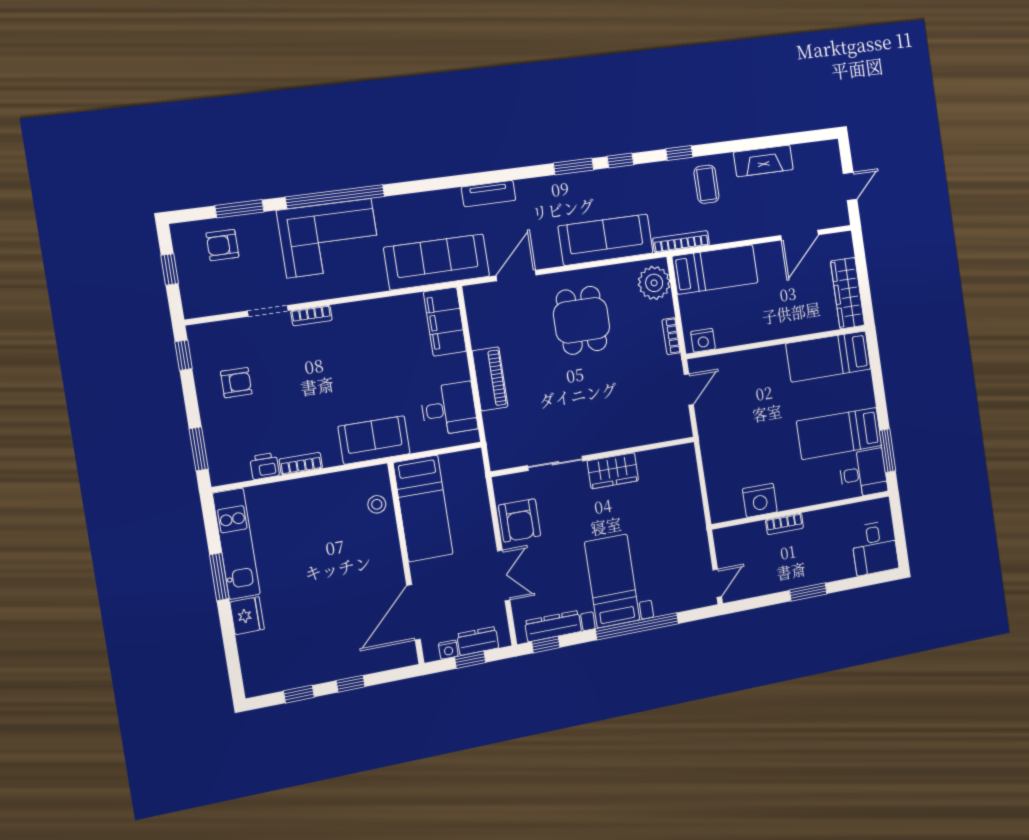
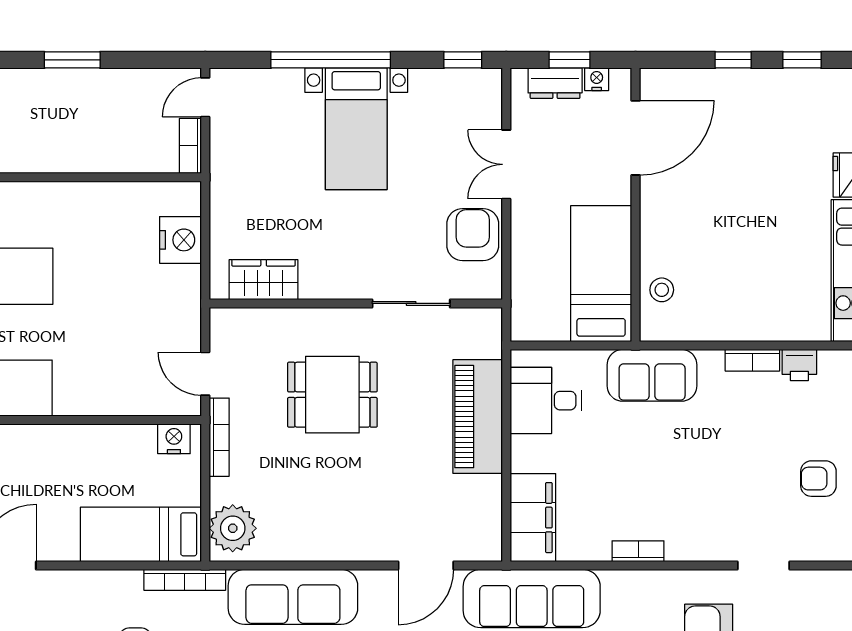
bookcase: (311, 316) -> (638, 551), moved
dining table: (582, 320) -> (332, 395), moved, turned 90
bookcase: (671, 336) -> (219, 437), width x1.56
piano: (490, 379) -> (478, 417), width x1.37, depth x1.33
door: (689, 389) -> (205, 374), hinge flipped
wardrobe: (613, 471) -> (264, 280), moved
nightstand: (760, 500) -> (181, 240), moved, turned 90
bookcase: (784, 524) -> (190, 146), moved, turned -90
dresser: (553, 626) -> (449, 83), removed

